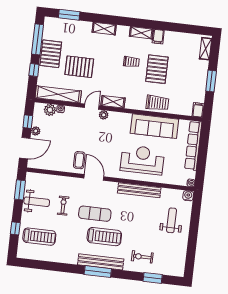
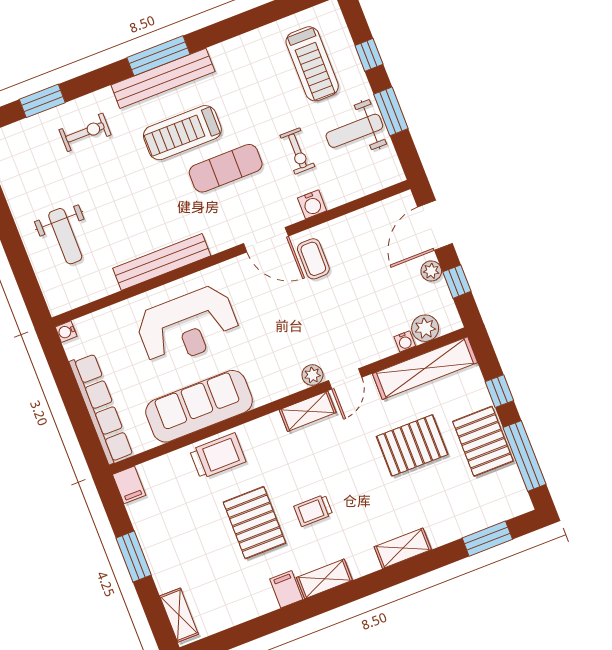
trolley: (157, 103) -> (218, 456), turned 180
window: (20, 190) -> (391, 111), moved
water cooler: (188, 196) -> (312, 204), moved
treadmill: (39, 237) -> (312, 64), turned -90

